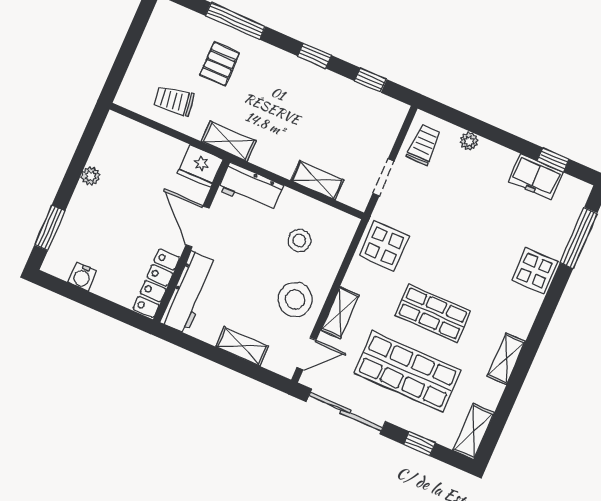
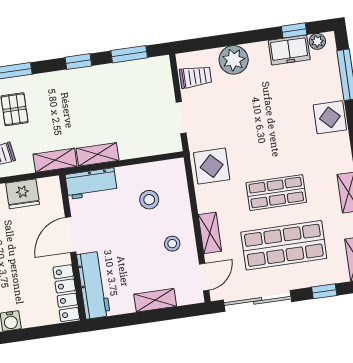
window: (371, 80) -> (129, 54), width x1.50
plant: (469, 141) -> (234, 60), width x1.88, depth x1.88
trolley: (424, 145) -> (195, 77), turned 90
fridge: (200, 166) -> (23, 194), moved
shelving: (317, 180) -> (98, 154), moved
plant: (570, 186) -> (317, 41), added
door: (198, 227) -> (71, 235), hinge flipped
stool: (295, 300) -> (172, 244), width x0.53, depth x0.53

